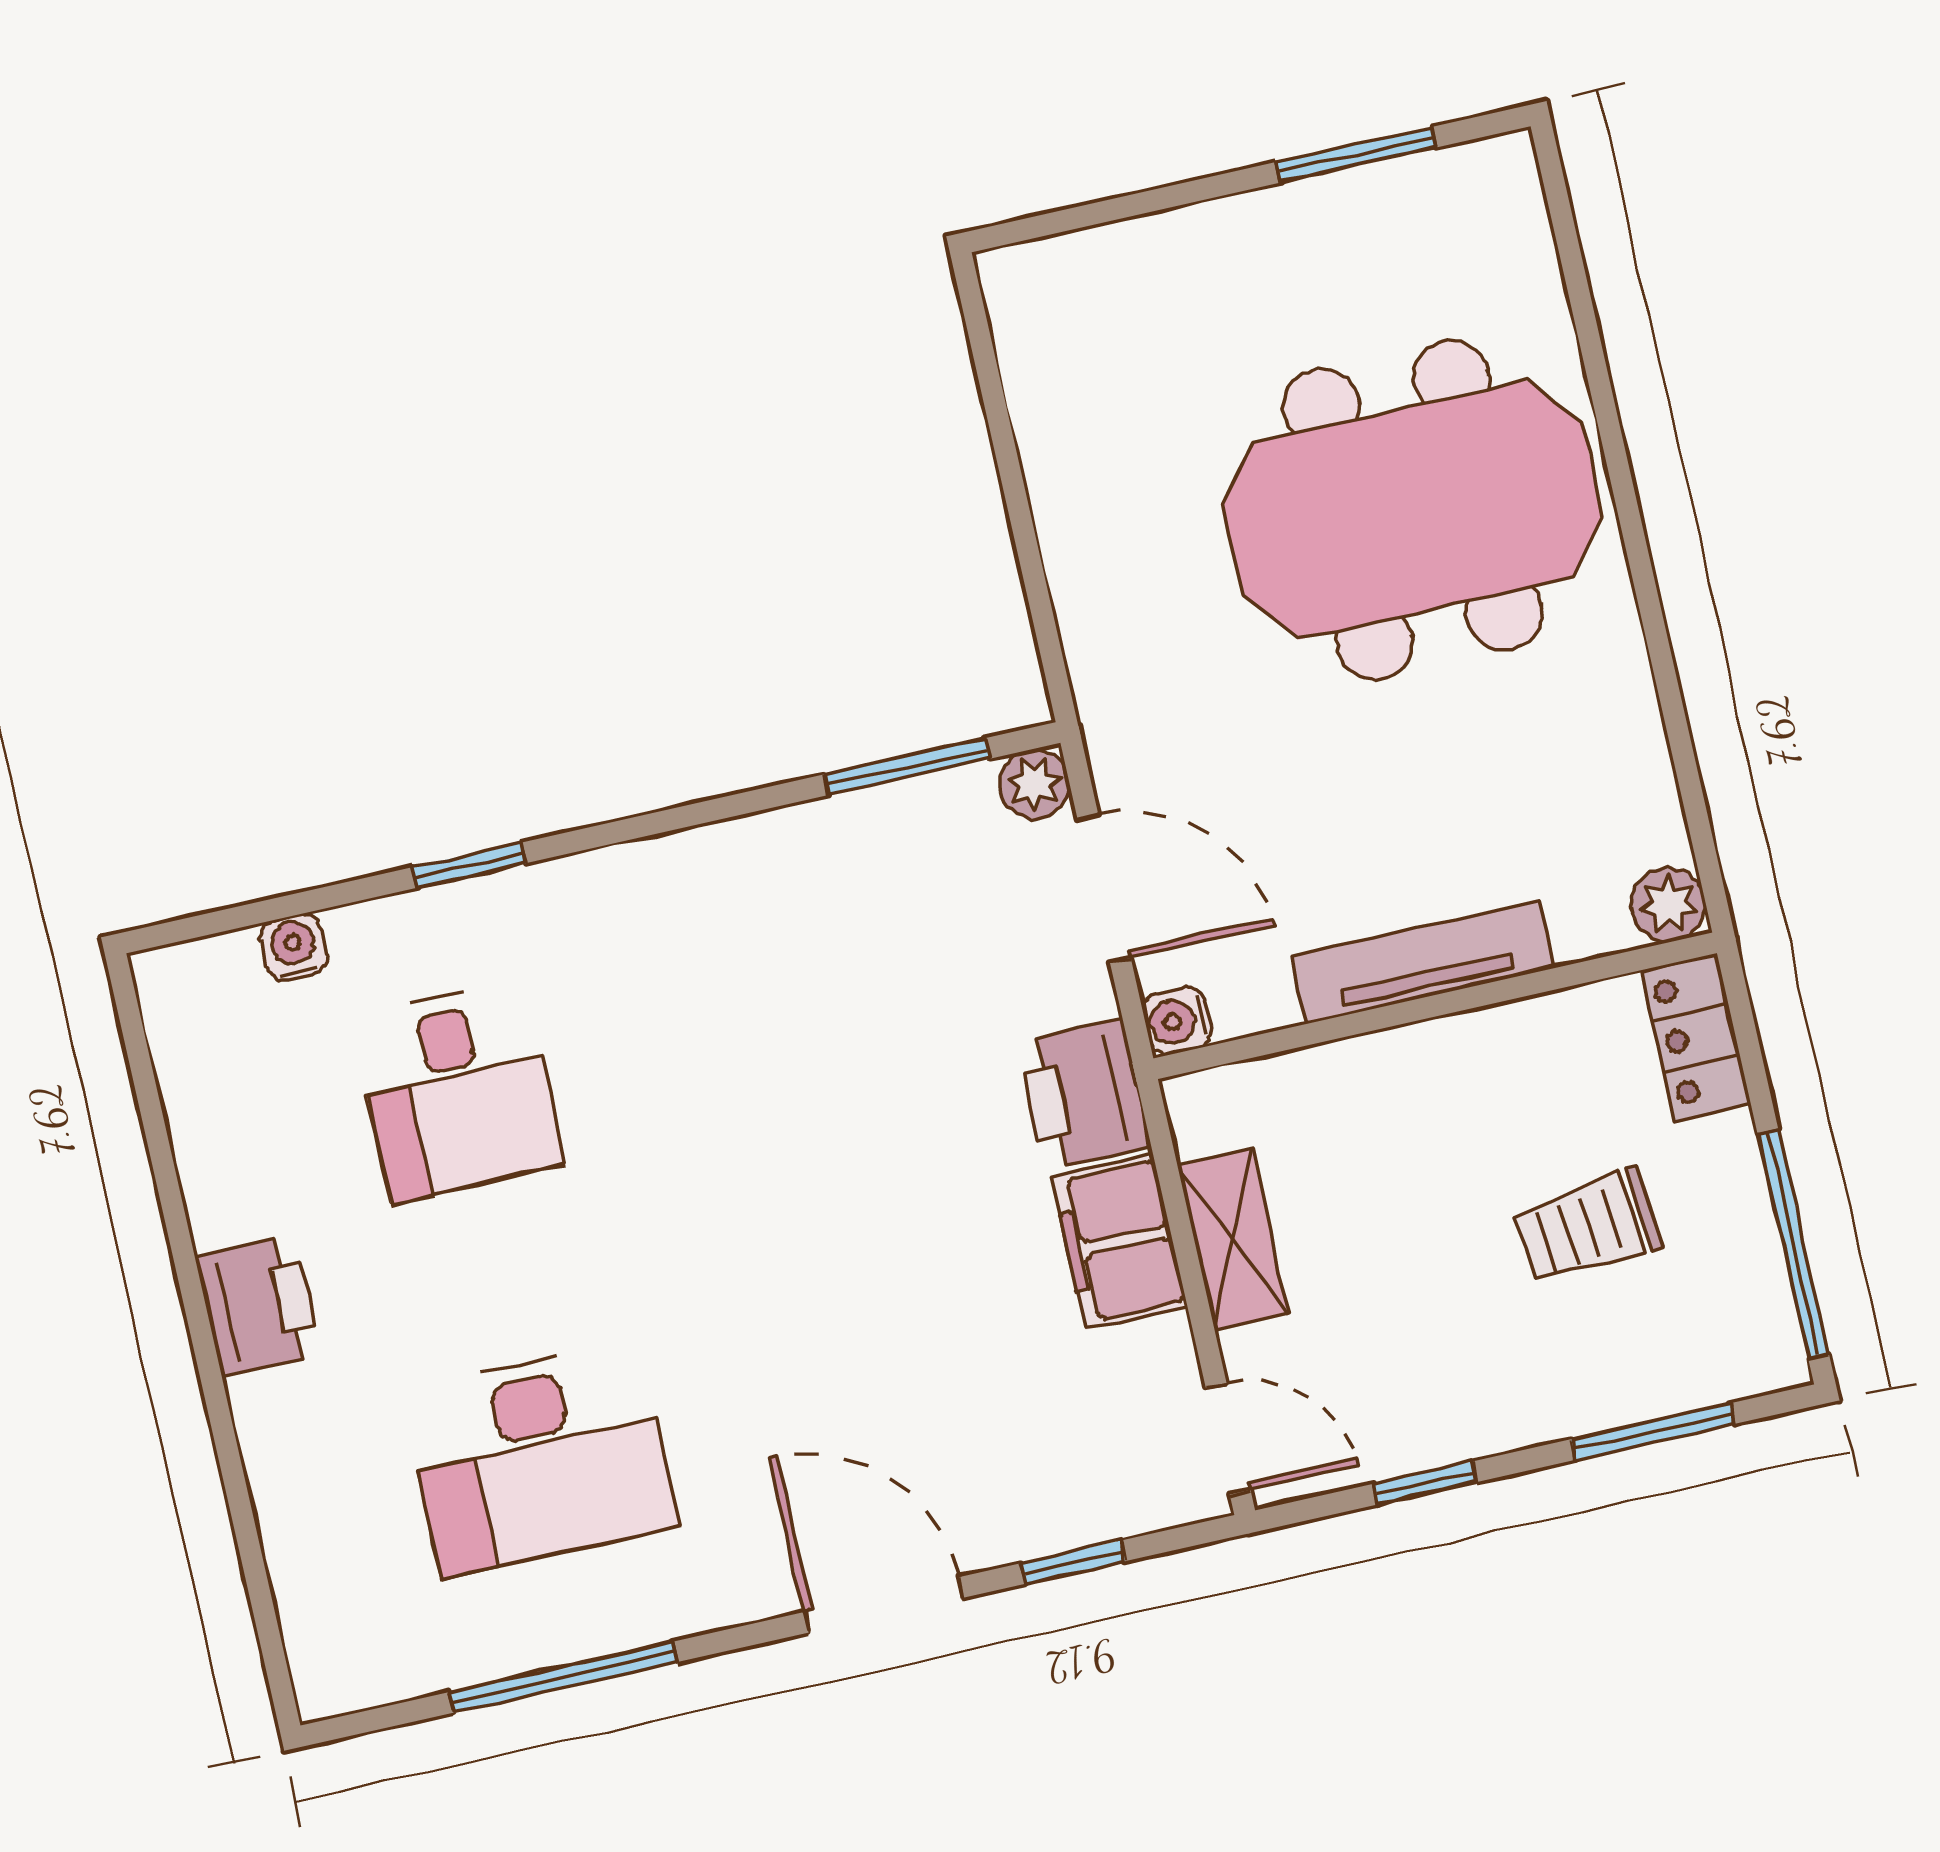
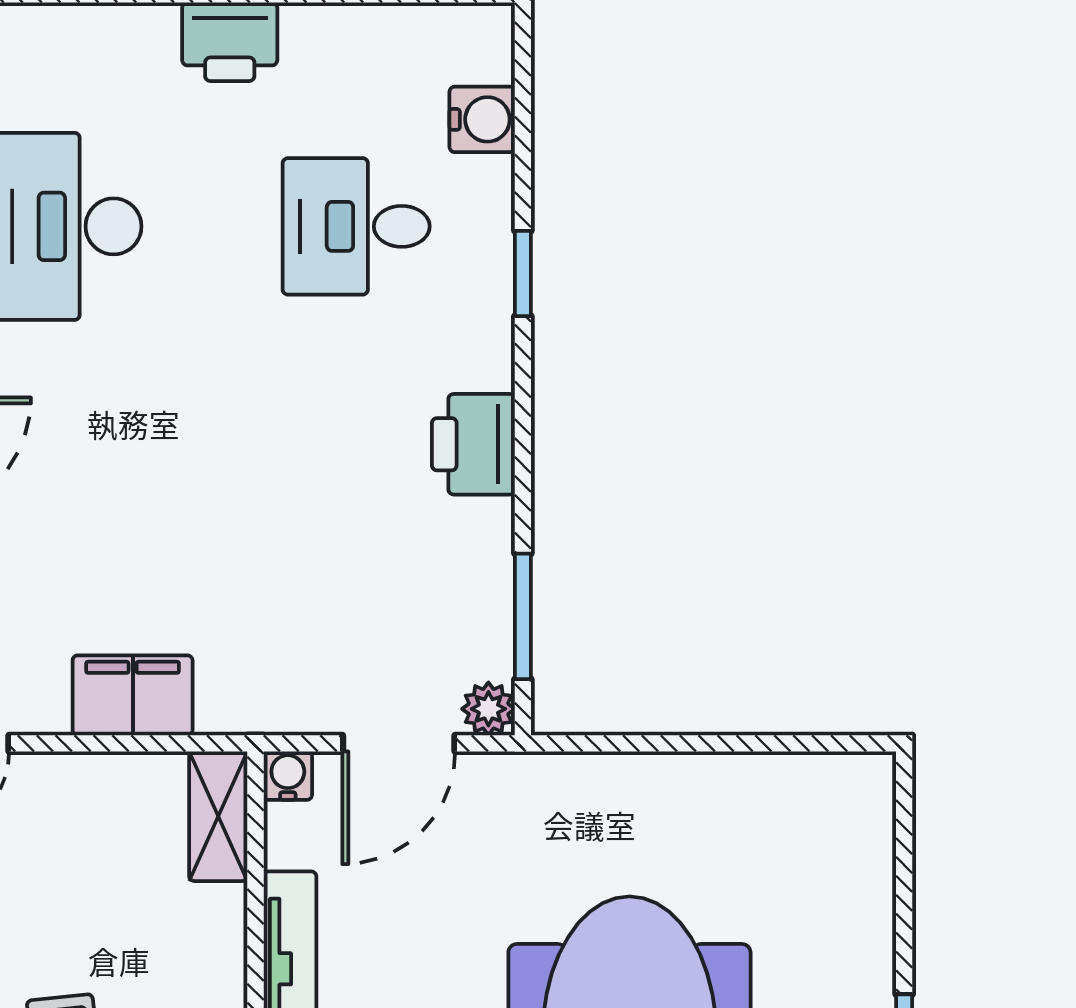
water cooler: (294, 947) -> (482, 119), width x1.38, depth x1.38
printer: (1084, 1095) -> (473, 444), moved, turned -90
shelving: (1233, 1240) -> (218, 816), moved, turned 90

